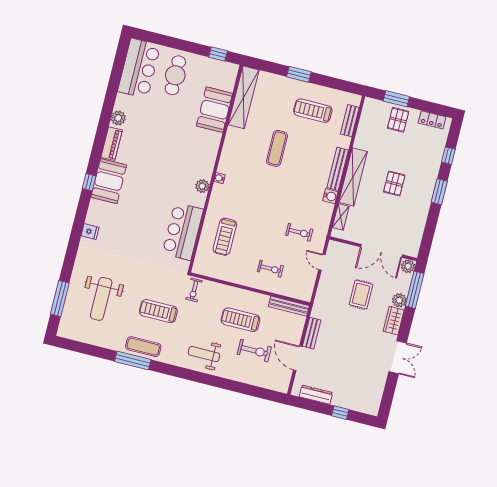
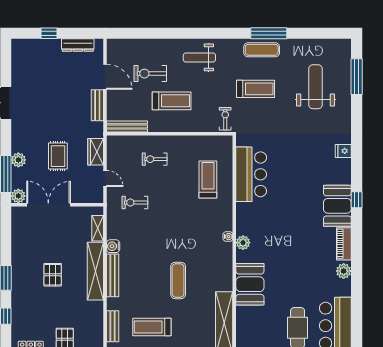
booth: (215, 110) -> (250, 284), moved
treadmill: (313, 111) -> (152, 327), turned 180
plant: (202, 186) -> (243, 243), moved
wardrobe: (394, 321) -> (96, 152), moved, turned 180
weight bench: (204, 354) -> (199, 57), turned 180

